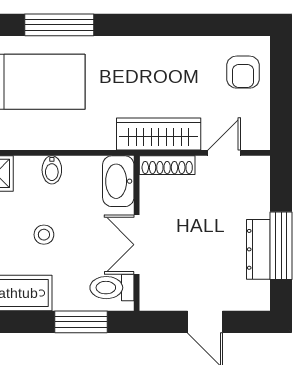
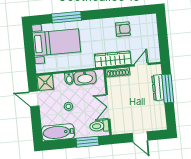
armchair: (243, 72) -> (123, 29), moved, turned -90
washbasin: (118, 181) -> (85, 78), moved, turned -90
window: (281, 246) -> (168, 89), moved
dresser: (258, 249) -> (158, 88), moved

